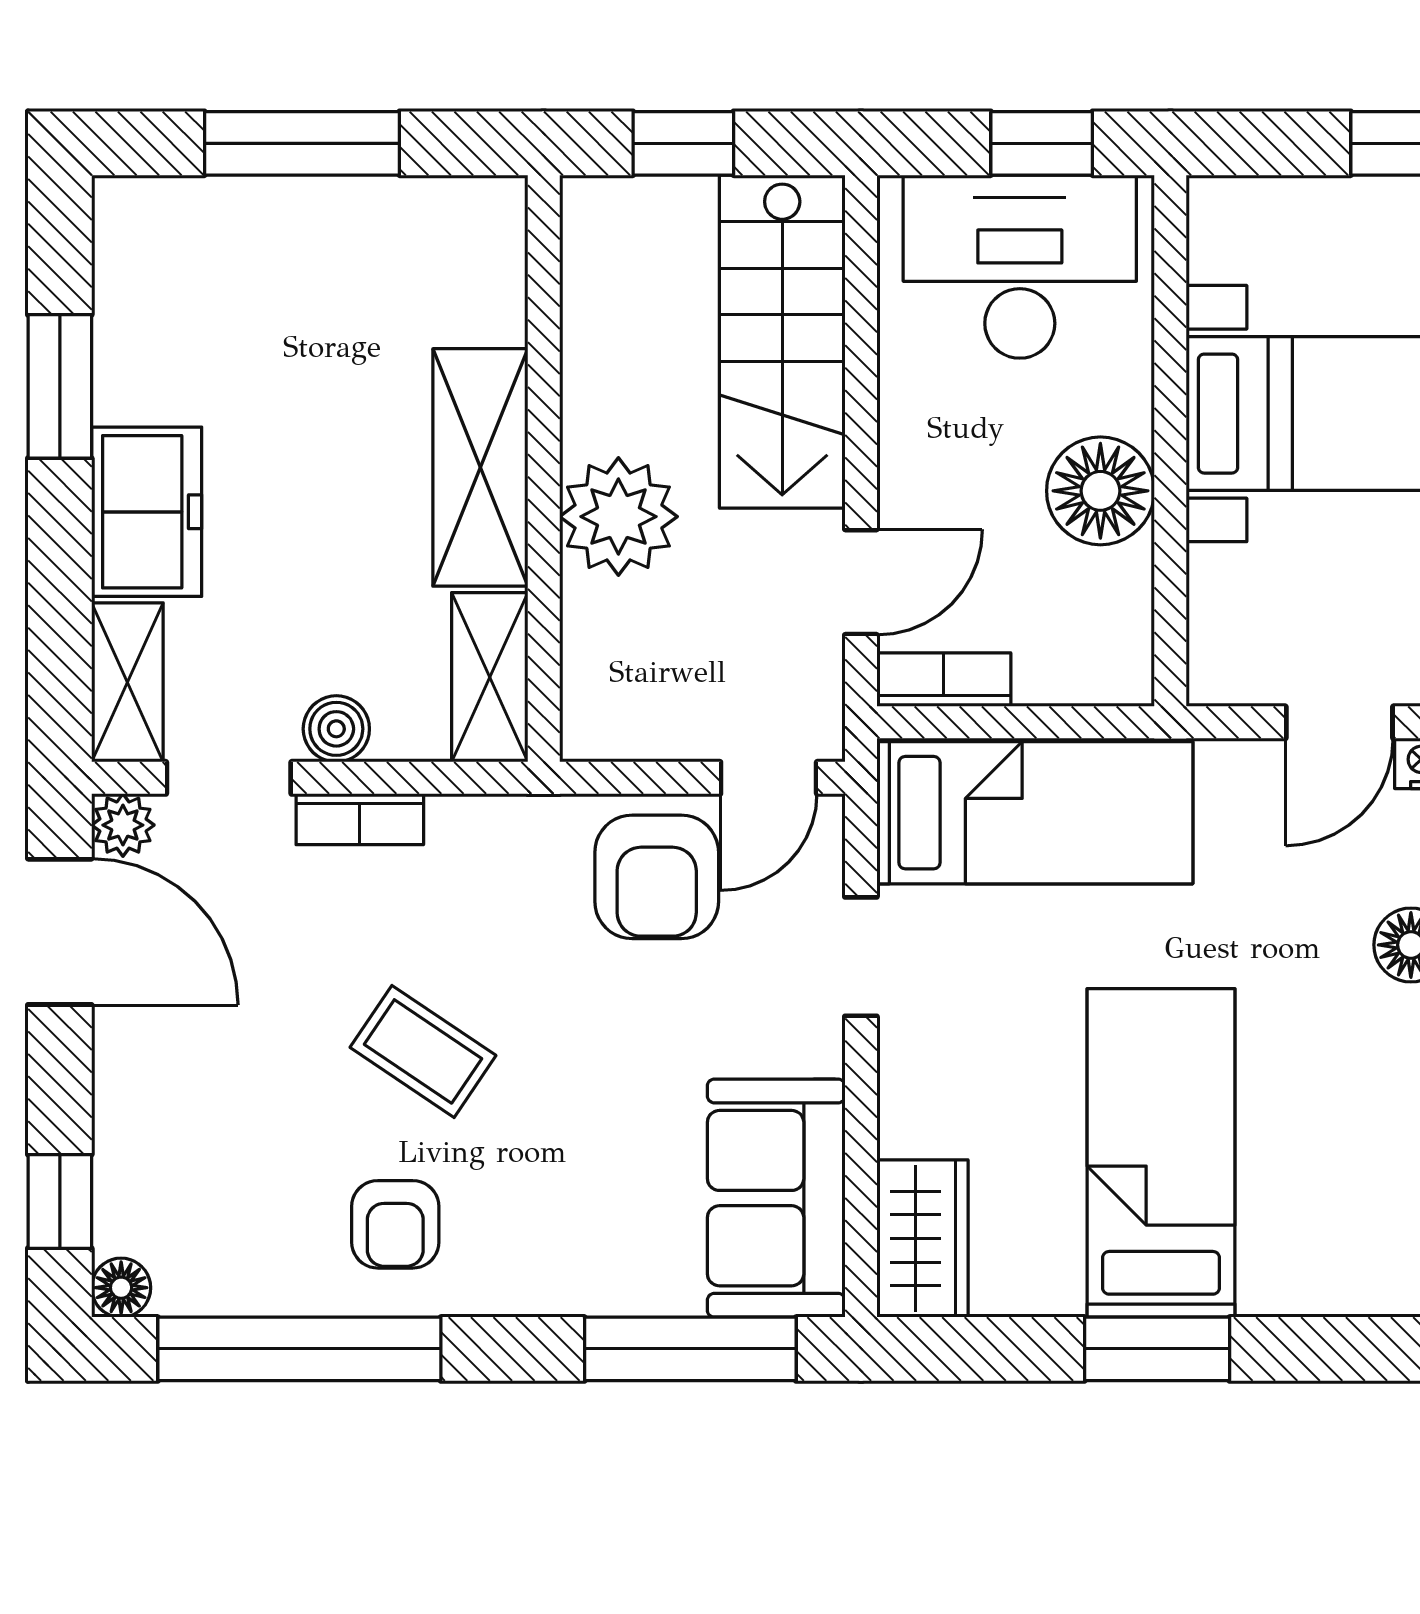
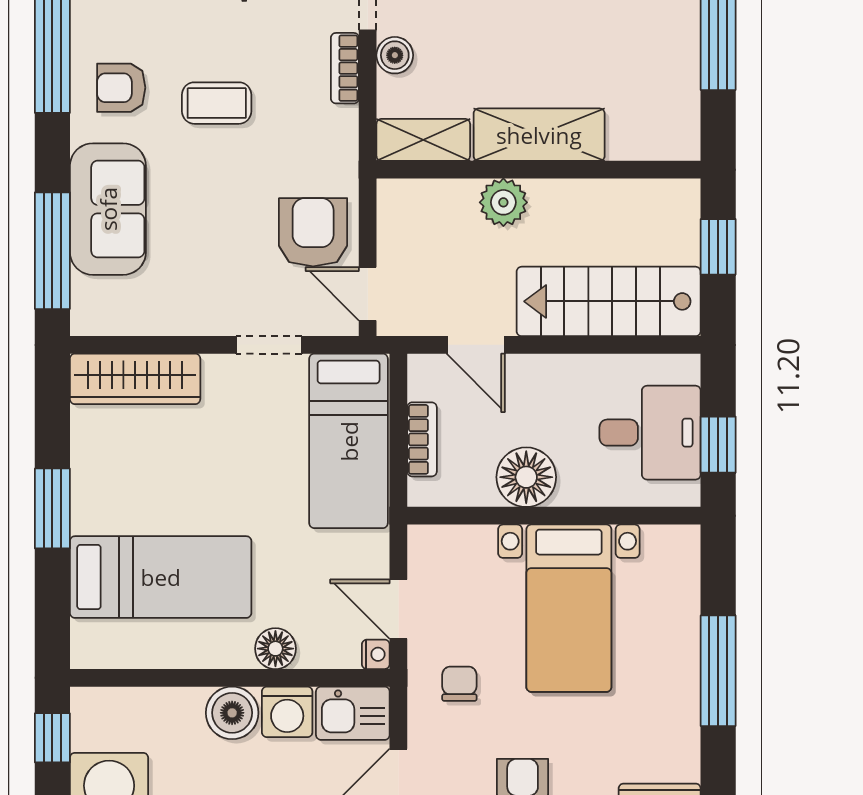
desk: (1020, 267) -> (650, 433), width x0.73
plant: (618, 517) -> (503, 202), width x0.73, depth x0.73
bookcase: (944, 680) -> (422, 439), moved
armchair: (657, 877) -> (313, 232), turned 90
coffee table: (423, 1051) -> (217, 103), turned 56
bed: (1161, 1153) -> (161, 577), moved
sofa: (776, 1198) -> (108, 209), moved, turned 90
wardrobe: (922, 1238) -> (135, 379), width x1.50

